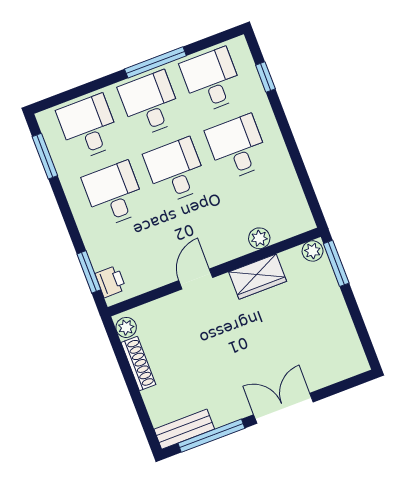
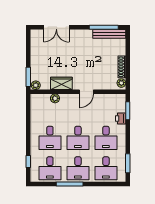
printer: (111, 281) -> (121, 119), moved
double door: (283, 408) -> (56, 27), moved
bench: (184, 429) -> (109, 34), width x1.36

